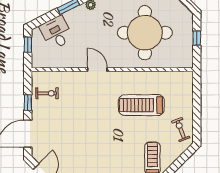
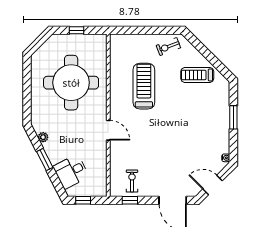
door: (97, 70) -> (108, 130), swing flipped
window: (28, 103) -> (130, 200), moved
treadmill: (141, 105) -> (144, 86), turned 180

